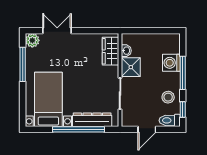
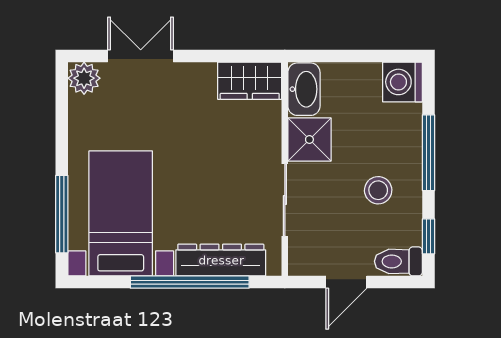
wardrobe: (111, 51) -> (250, 81), moved, turned -90
washbasin: (126, 51) -> (304, 89), width x1.91, depth x1.45
washing machine: (171, 63) -> (402, 82), moved
window: (23, 64) -> (62, 214), moved
stool: (168, 97) -> (378, 190), moved

